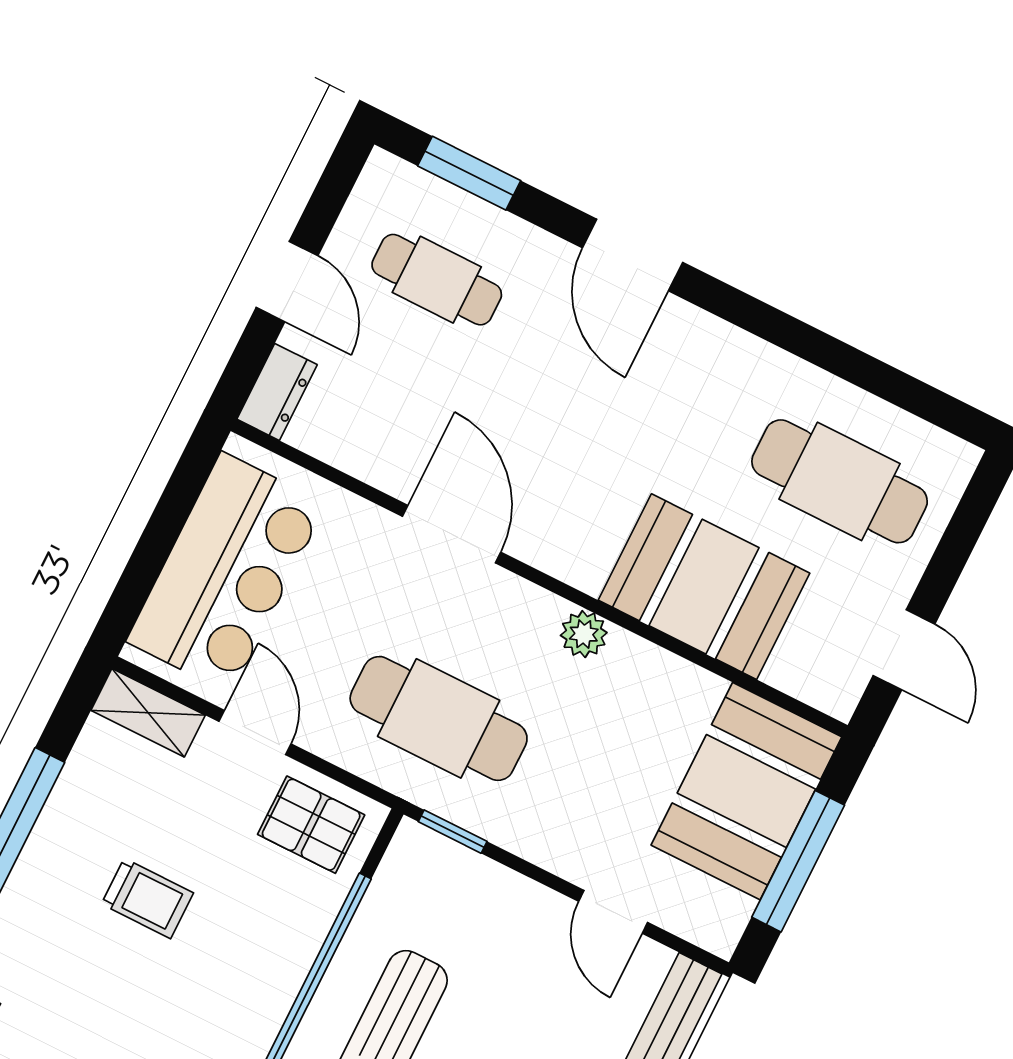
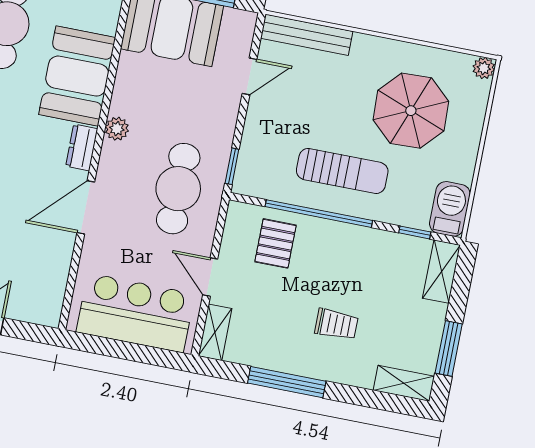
dresser: (277, 392) -> (82, 147), moved, turned -90
door: (255, 733) -> (210, 277), hinge flipped
pallet: (311, 825) -> (276, 243), moved
trolley: (147, 898) -> (336, 324), moved, turned 90

